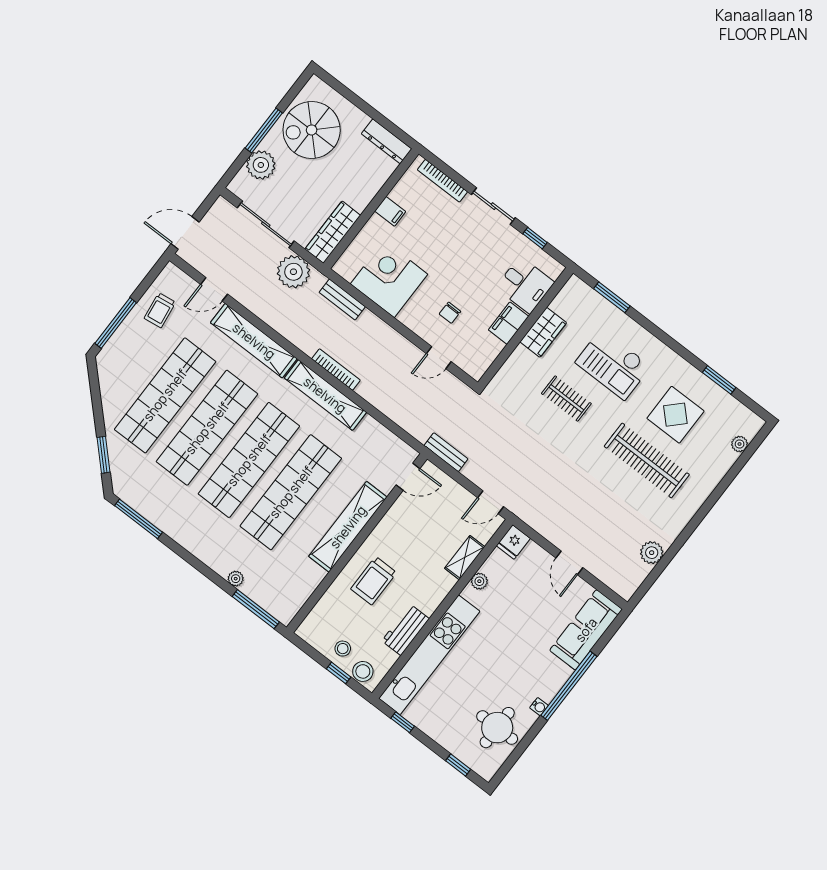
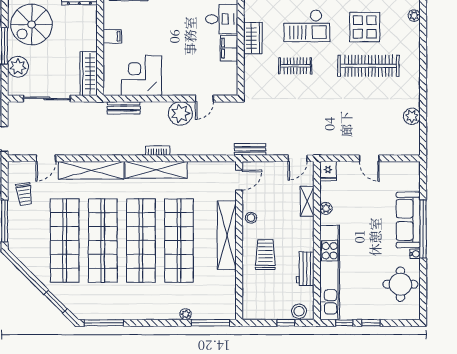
plant: (293, 272) -> (180, 113), moved
chair: (450, 313) -> (191, 68), removed
bookcase: (336, 369) -> (158, 151), width x0.64
trolley: (374, 581) -> (265, 255), turned 180
sofa: (586, 630) -> (408, 220), moved
stool: (343, 649) -> (251, 218), moved
window: (458, 765) -> (371, 323), moved

